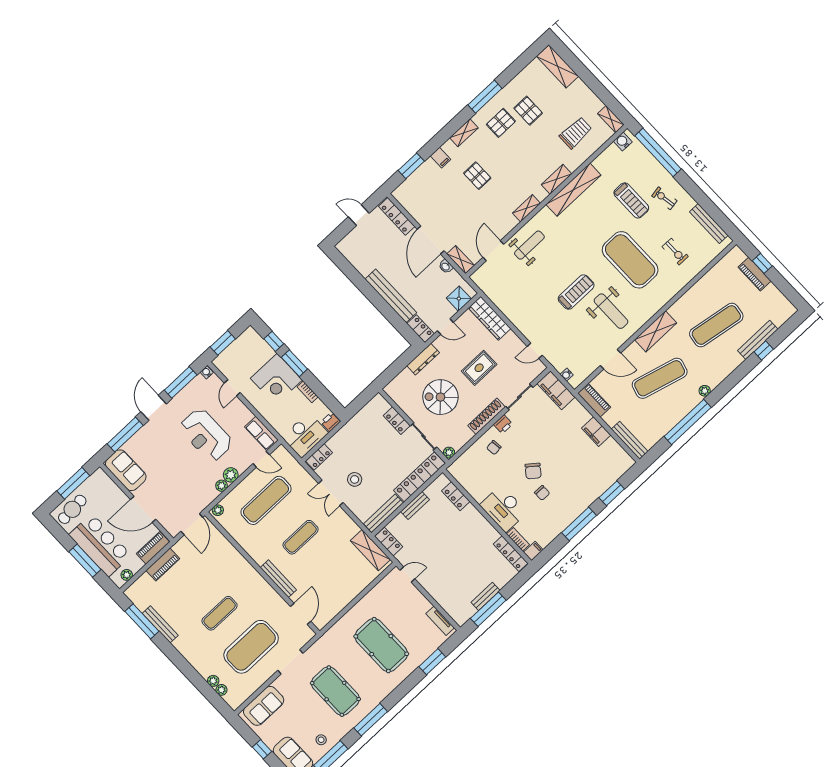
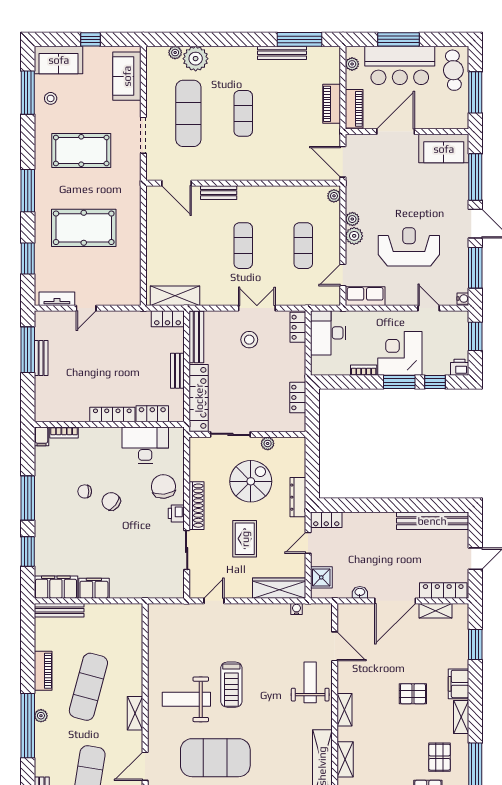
filing cabinet: (440, 158) -> (459, 684), width x2.00
door: (431, 240) -> (395, 601), swing flipped
weight bench: (529, 245) -> (310, 682), turned 180
shelving: (461, 260) -> (435, 611), moved
bench: (391, 296) -> (432, 521), moved
shelving: (656, 331) -> (135, 713), width x0.67, depth x0.75
door: (611, 359) -> (145, 766), moved
water cooler: (567, 375) -> (296, 609), moved
filing cabinet: (556, 390) -> (56, 587), moved
piano: (594, 400) -> (43, 671), moved, turned -90
locker: (397, 421) -> (298, 397), moved, turned -90
printer: (331, 422) -> (460, 367), moved, turned -90
window: (688, 422) -> (28, 726), moved
chair: (494, 448) -> (163, 486), width x1.87, depth x1.87
plant: (449, 453) -> (268, 443), moved
exercise mat: (266, 500) -> (303, 246), width x0.73, depth x0.69
desk: (504, 509) -> (145, 445), moved
locker: (511, 554) -> (112, 415), moved
door: (407, 574) -> (86, 308), moved
bench: (278, 579) -> (219, 193), width x0.73
exercise mat: (251, 647) -> (188, 113), width x0.68
plant: (213, 681) -> (196, 59), width x1.87, depth x1.87
window: (371, 720) -> (28, 191), moved

